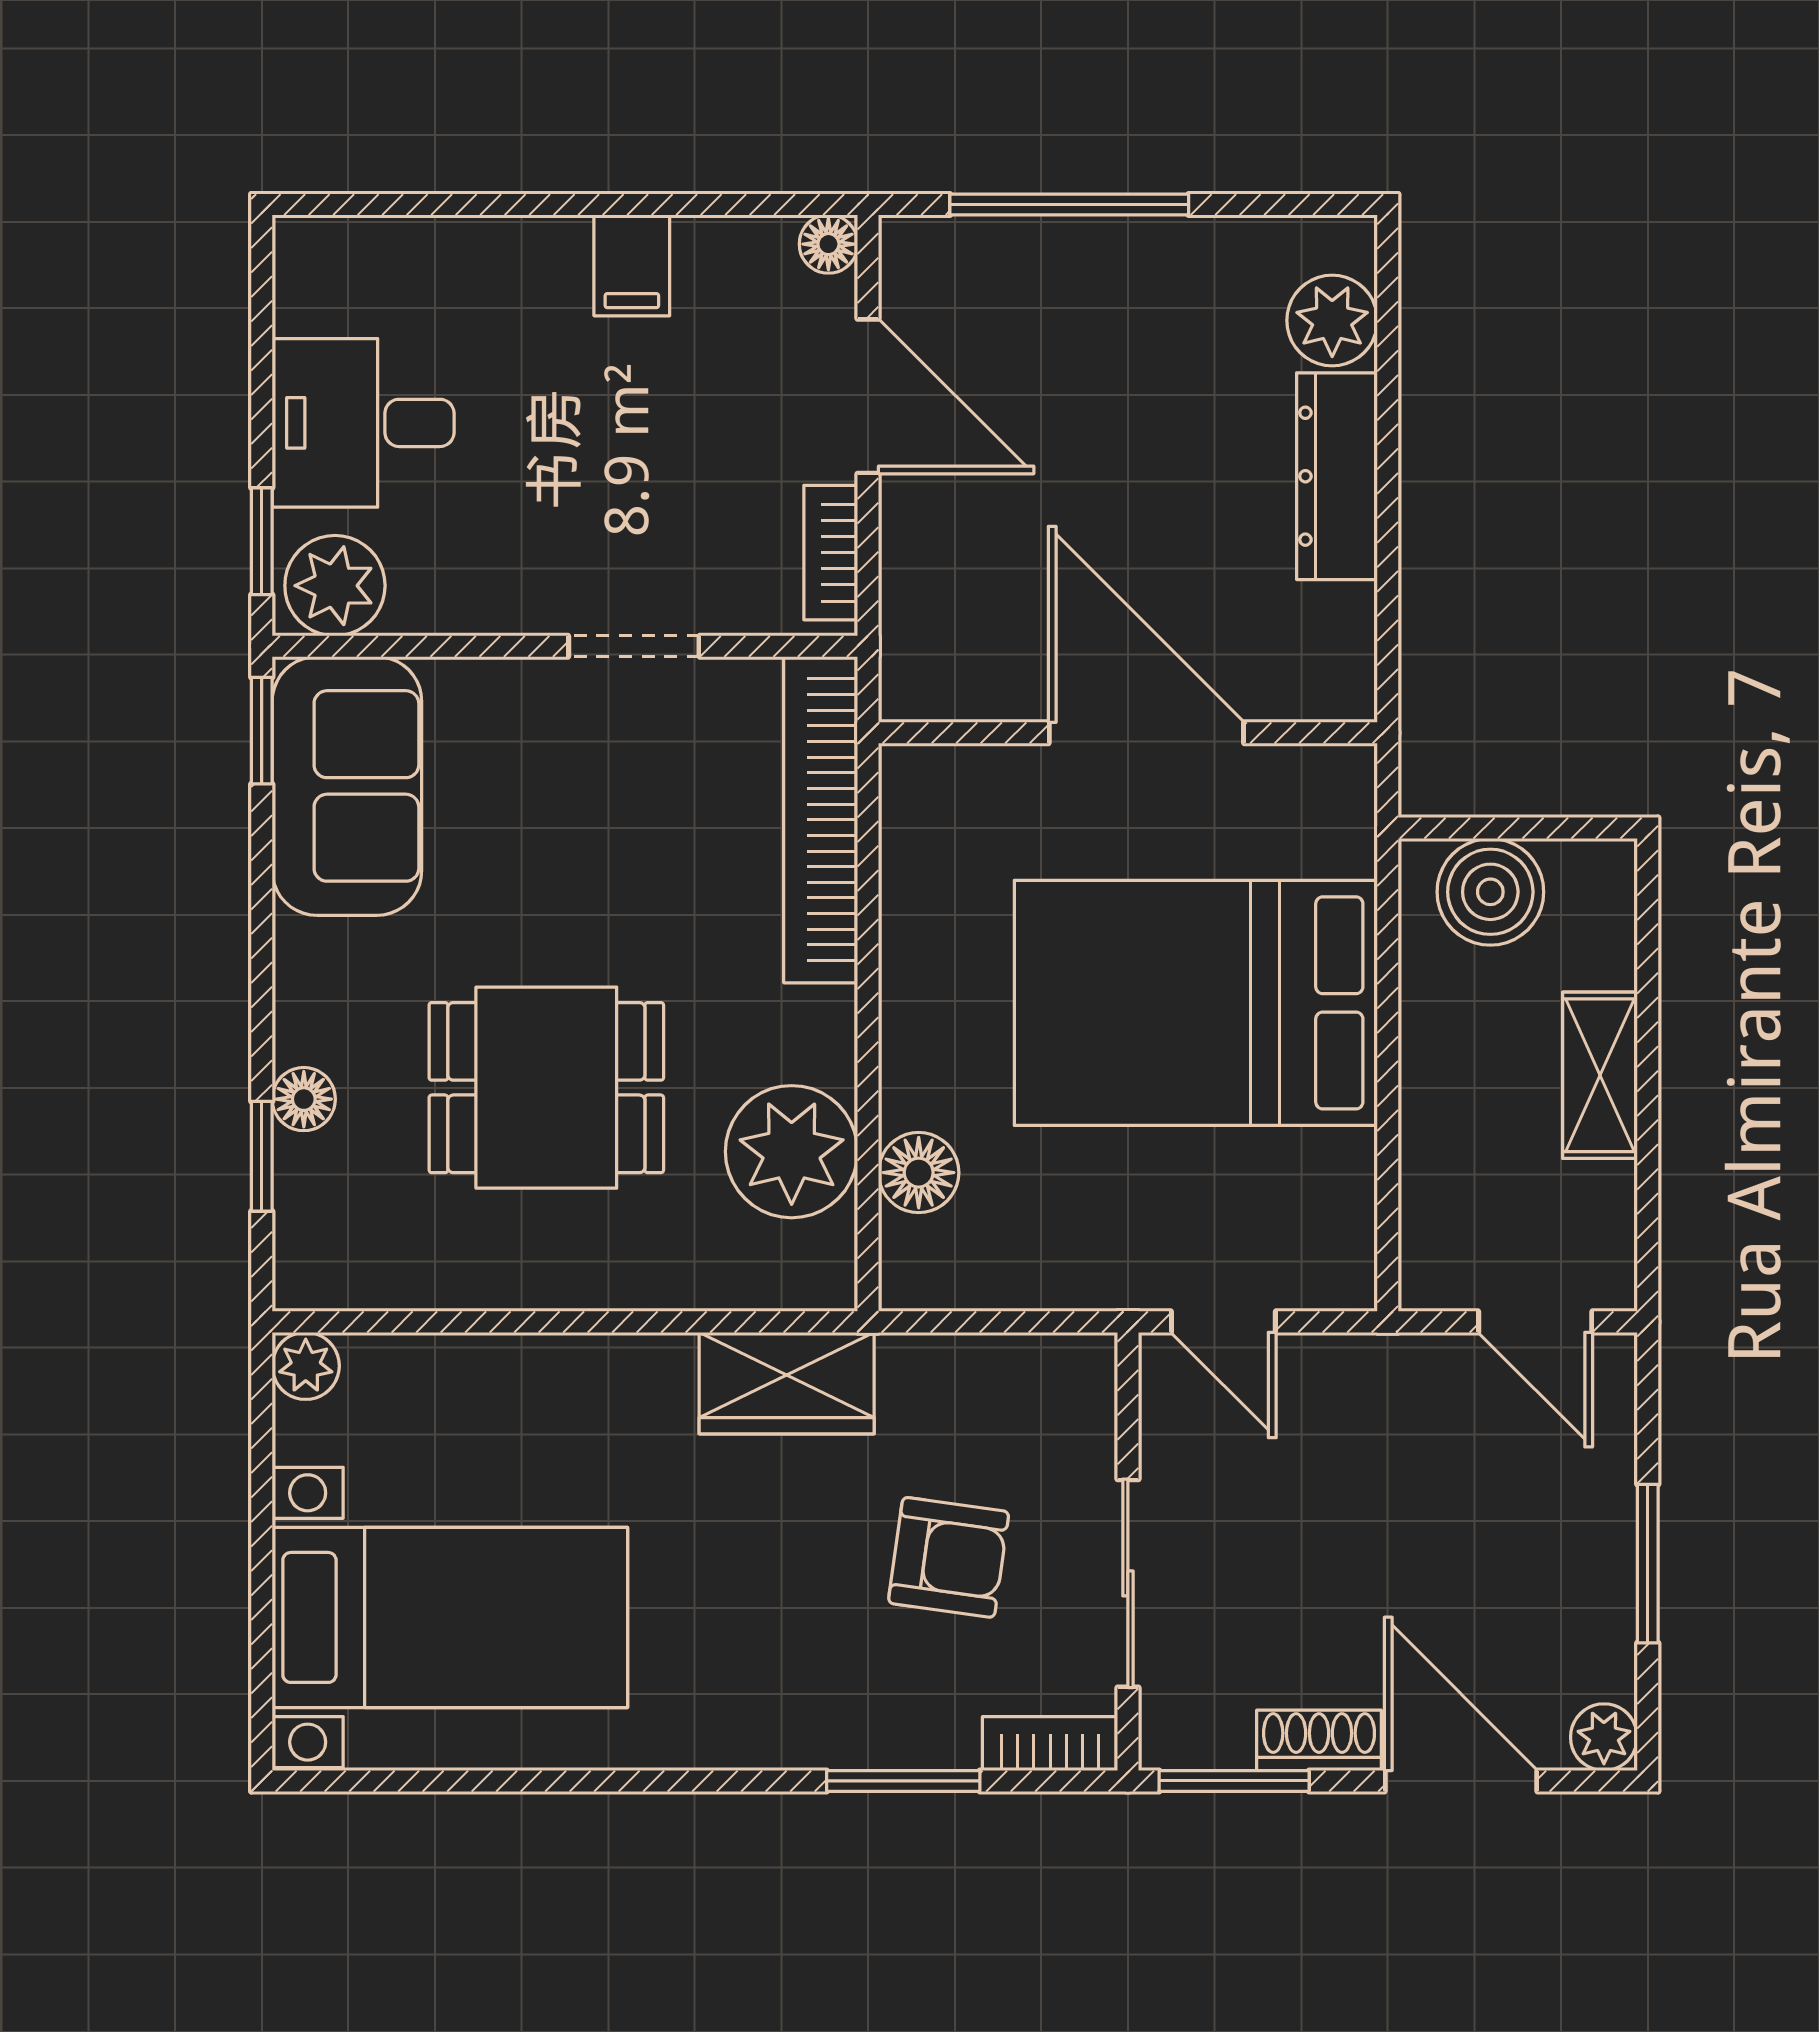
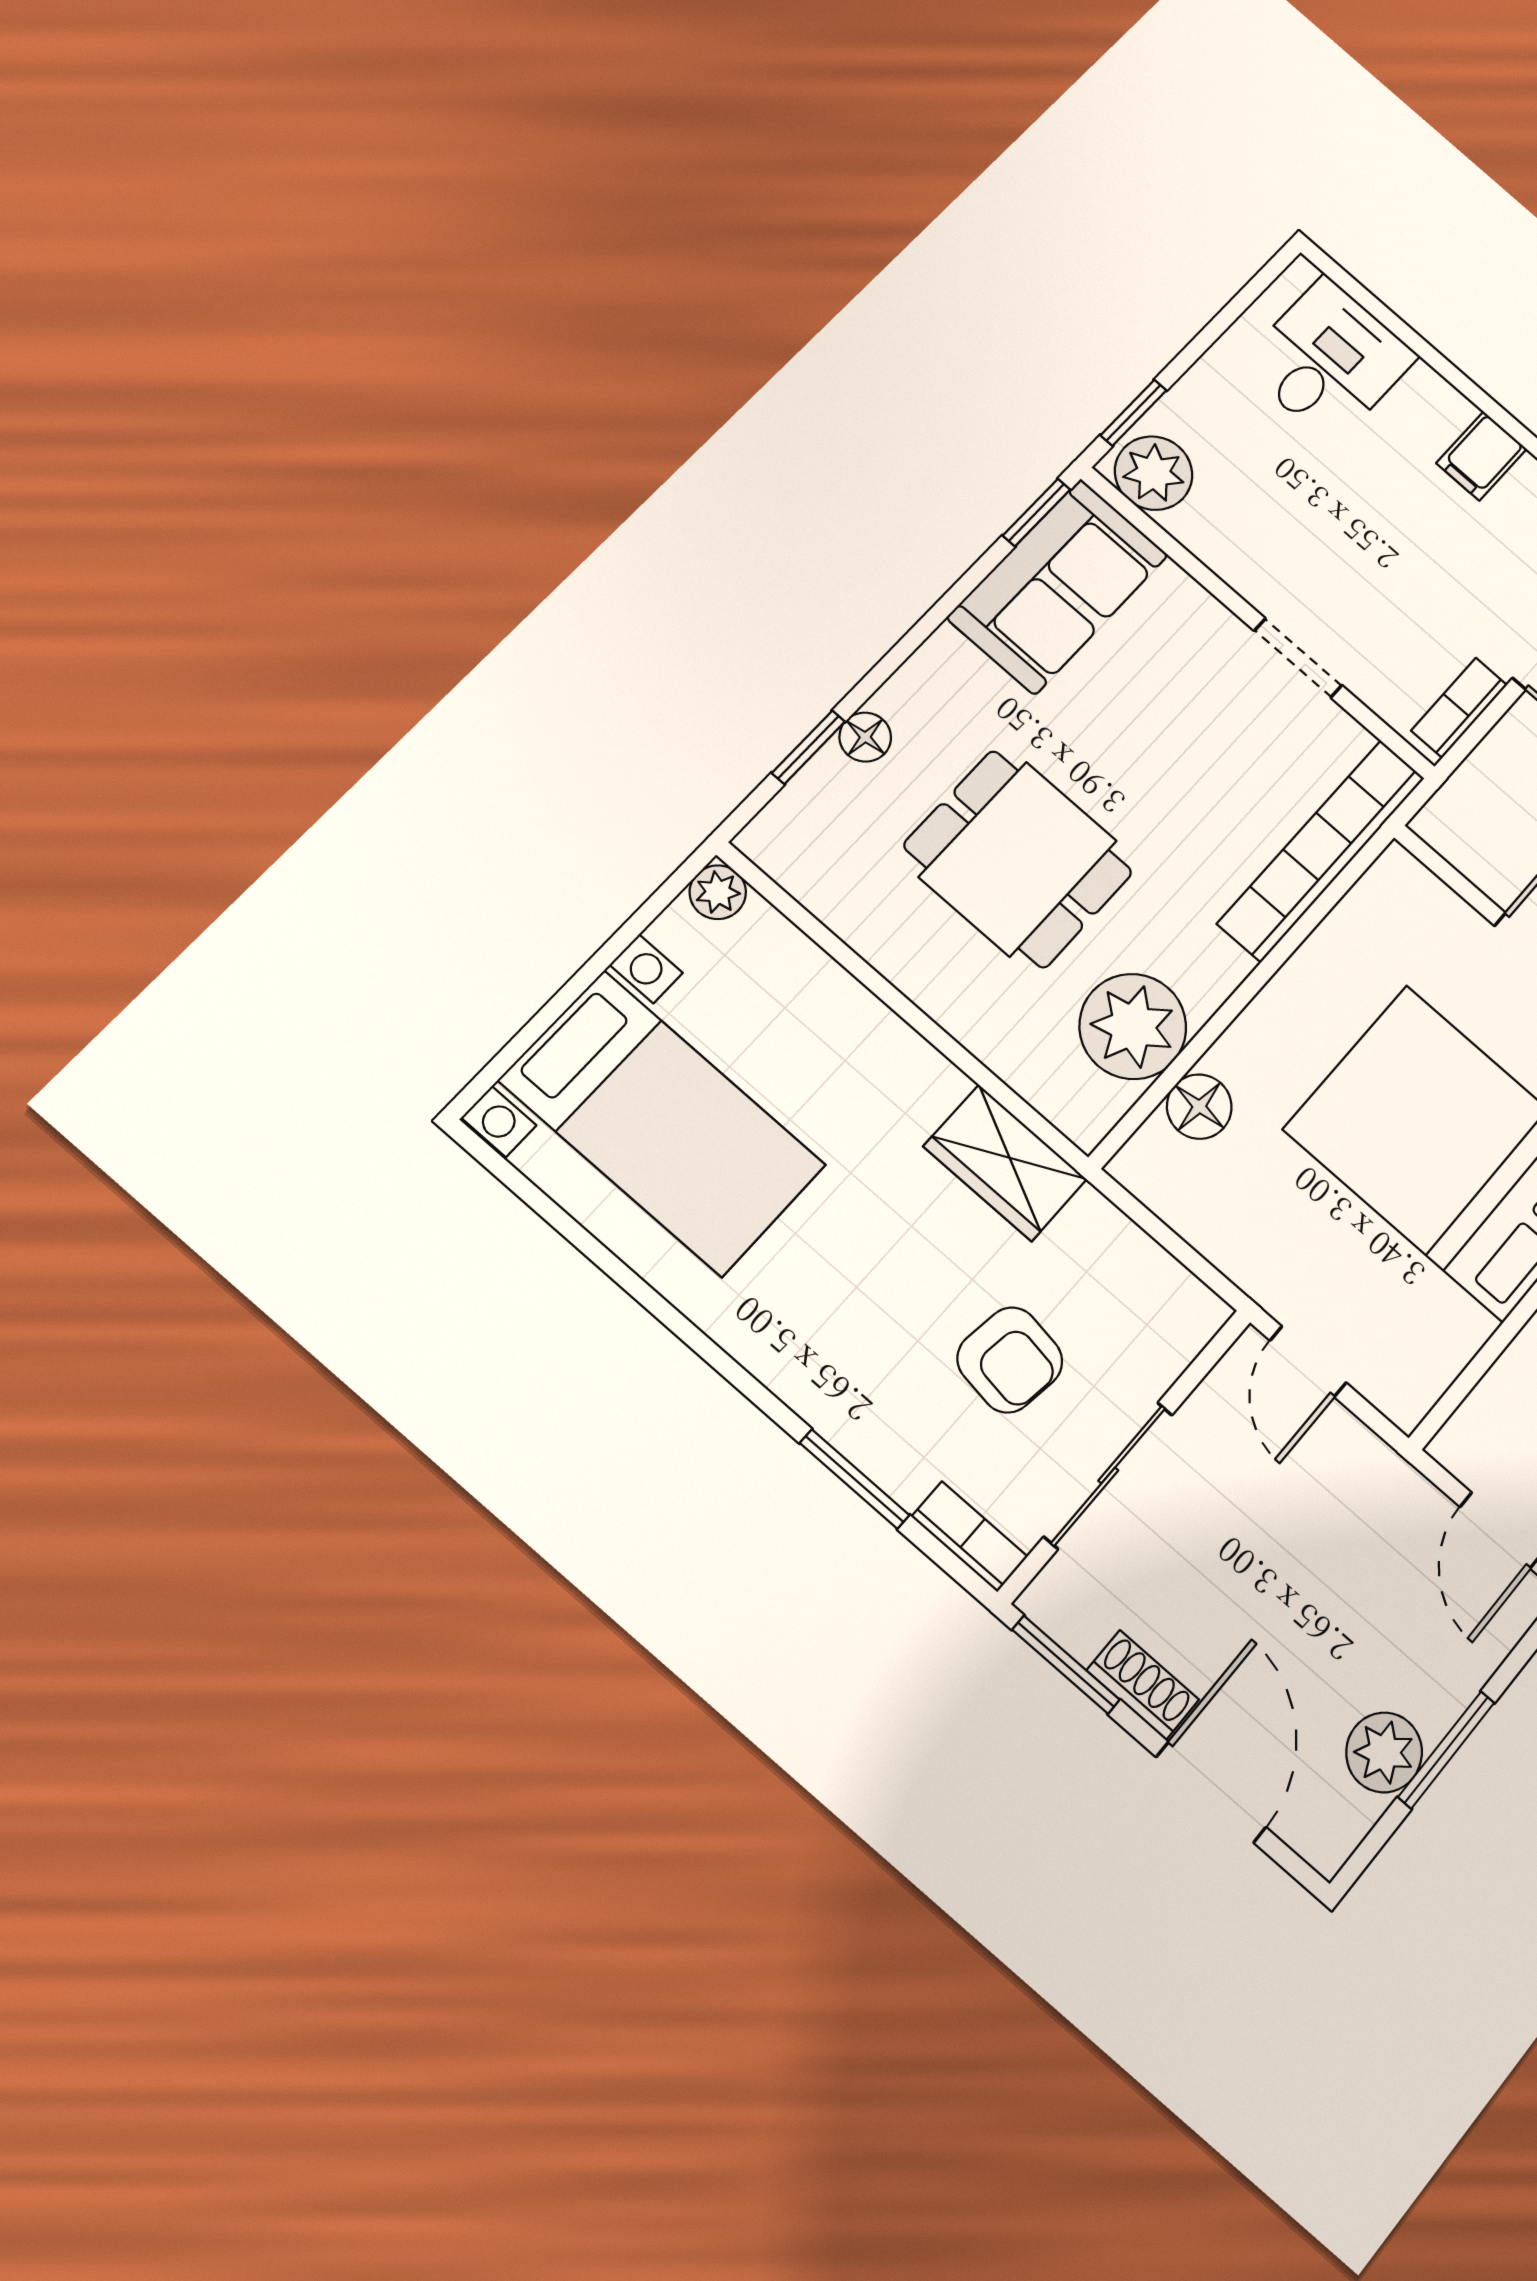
desk: (363, 423) -> (1329, 360), moved, turned 90
plant: (1604, 1737) -> (1384, 1752), moved, width x1.38, depth x1.38

